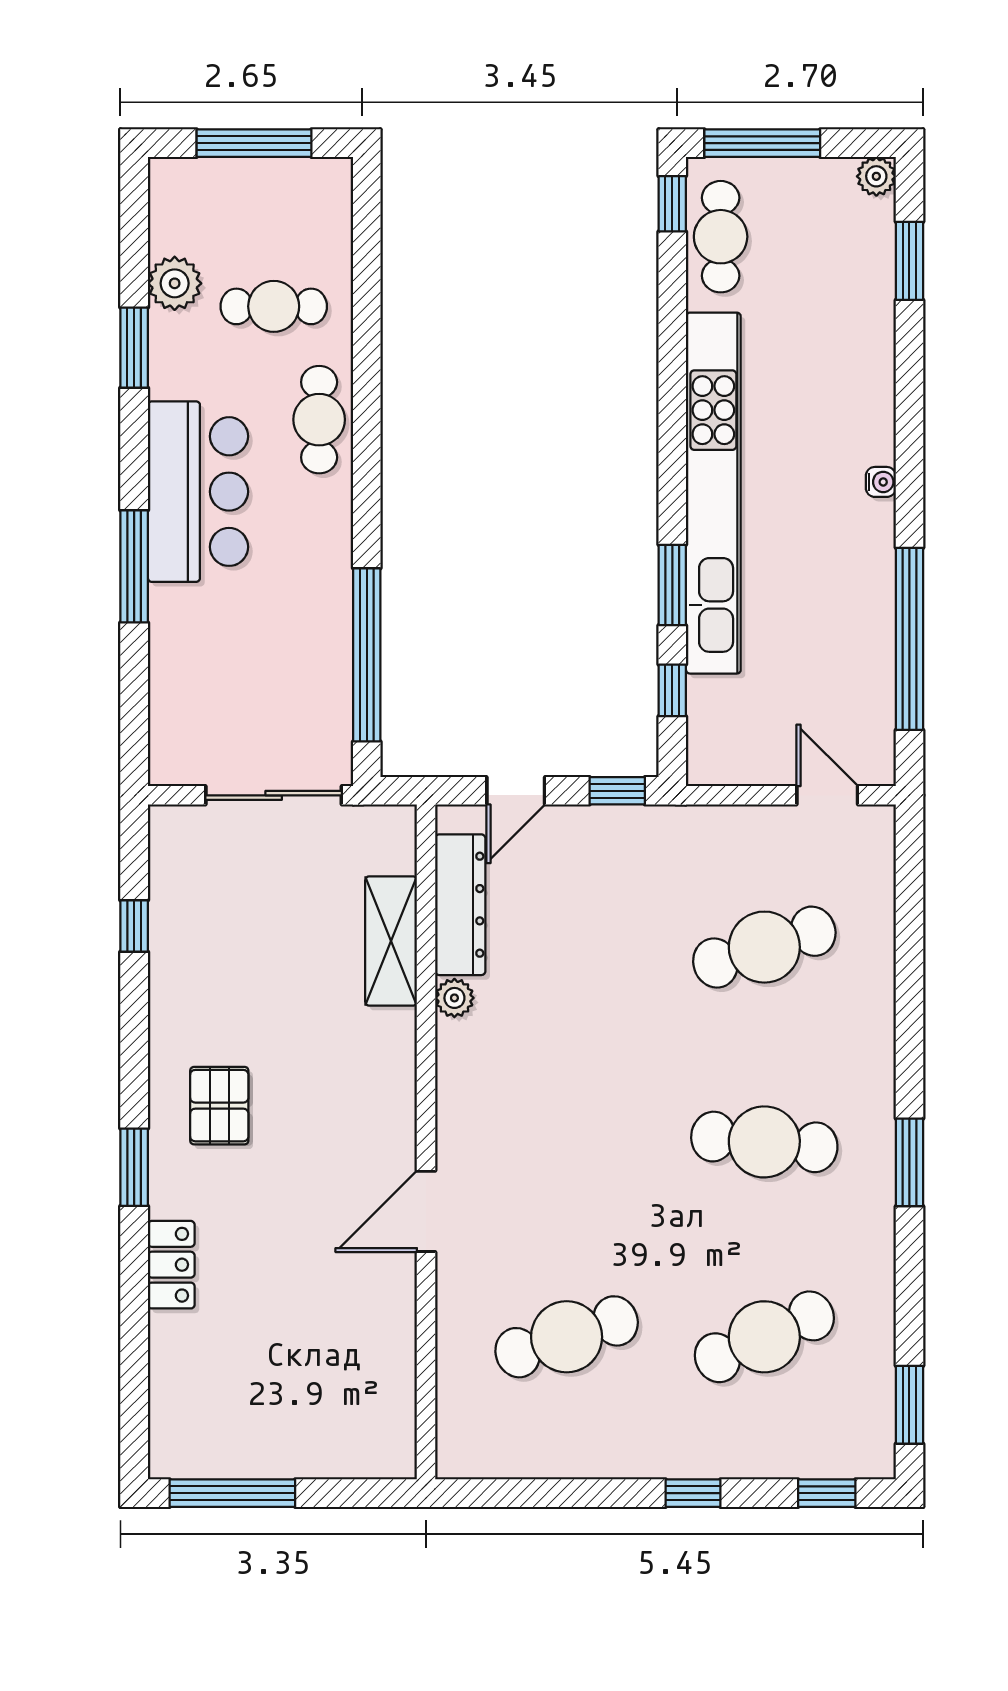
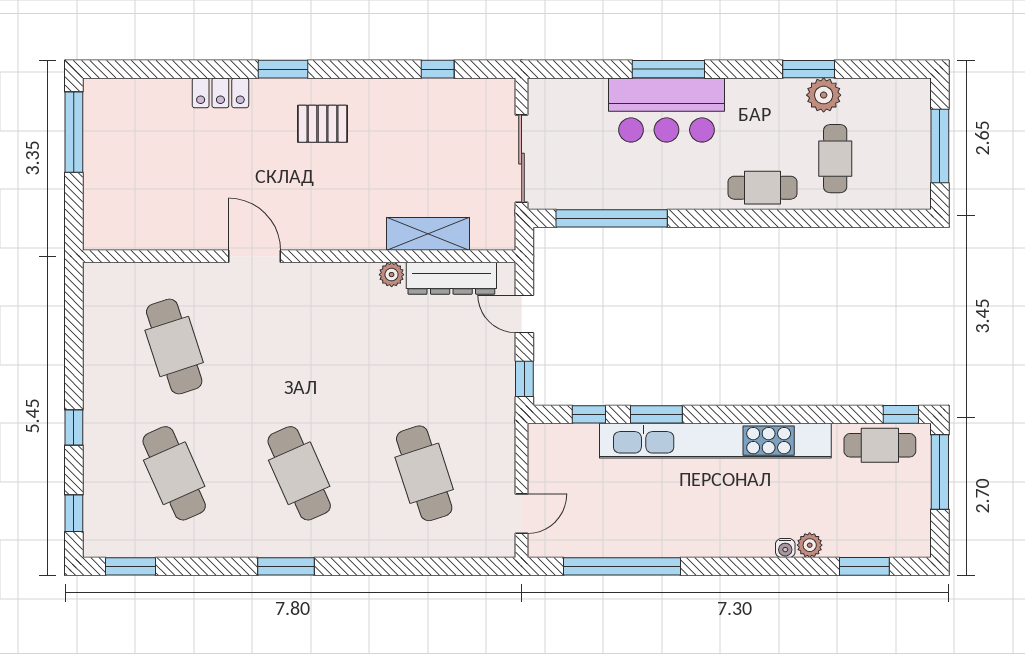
plant: (876, 176) -> (810, 545), moved
plant: (175, 283) -> (824, 95), moved
water cooler: (881, 482) -> (785, 548), moved
bar counter: (198, 492) -> (666, 110), moved
cafe table: (764, 1142) -> (299, 473), turned -30

